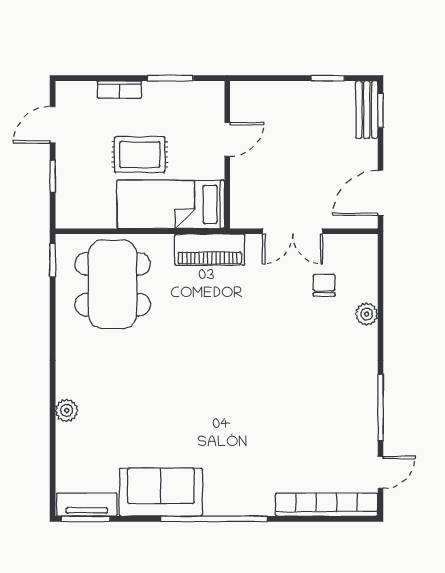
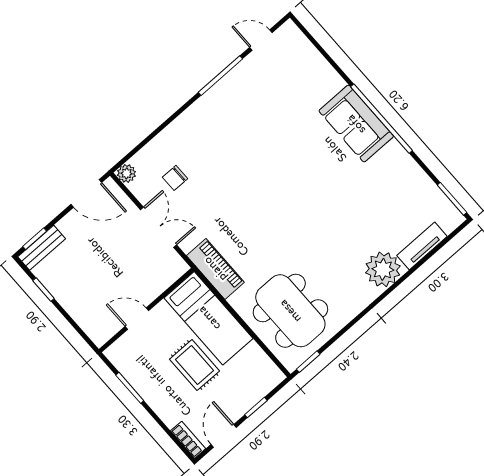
bookcase: (119, 90) -> (188, 440), moved
door: (53, 125) -> (224, 436), swing flipped
dining table: (113, 284) -> (290, 311), turned 90
plant: (367, 314) -> (127, 173), moved
plant: (67, 410) -> (383, 269), width x1.87, depth x1.87
sofa: (161, 492) -> (356, 124), moved
tv unit: (87, 505) -> (422, 246), moved, turned 90
bookcase: (327, 505) -> (311, 56), removed

